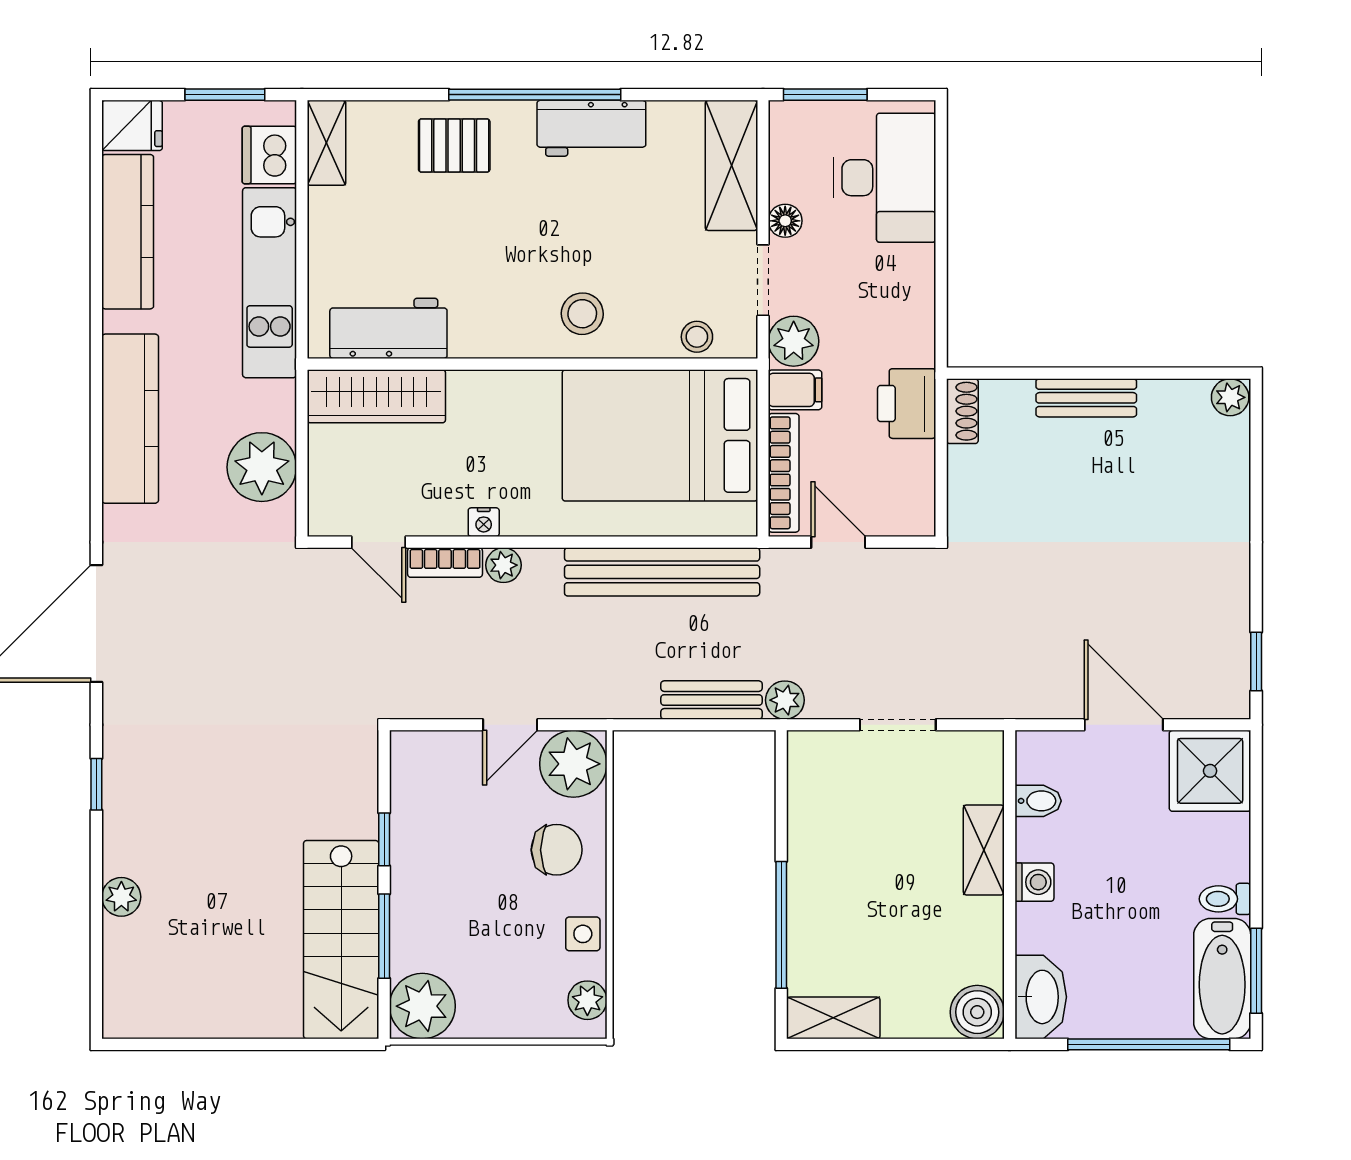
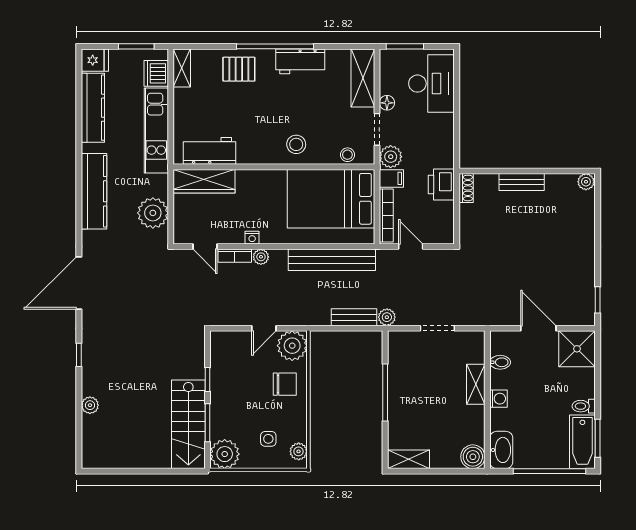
window: (781, 925) -> (385, 392), moved
side table: (583, 934) -> (268, 439), moved

